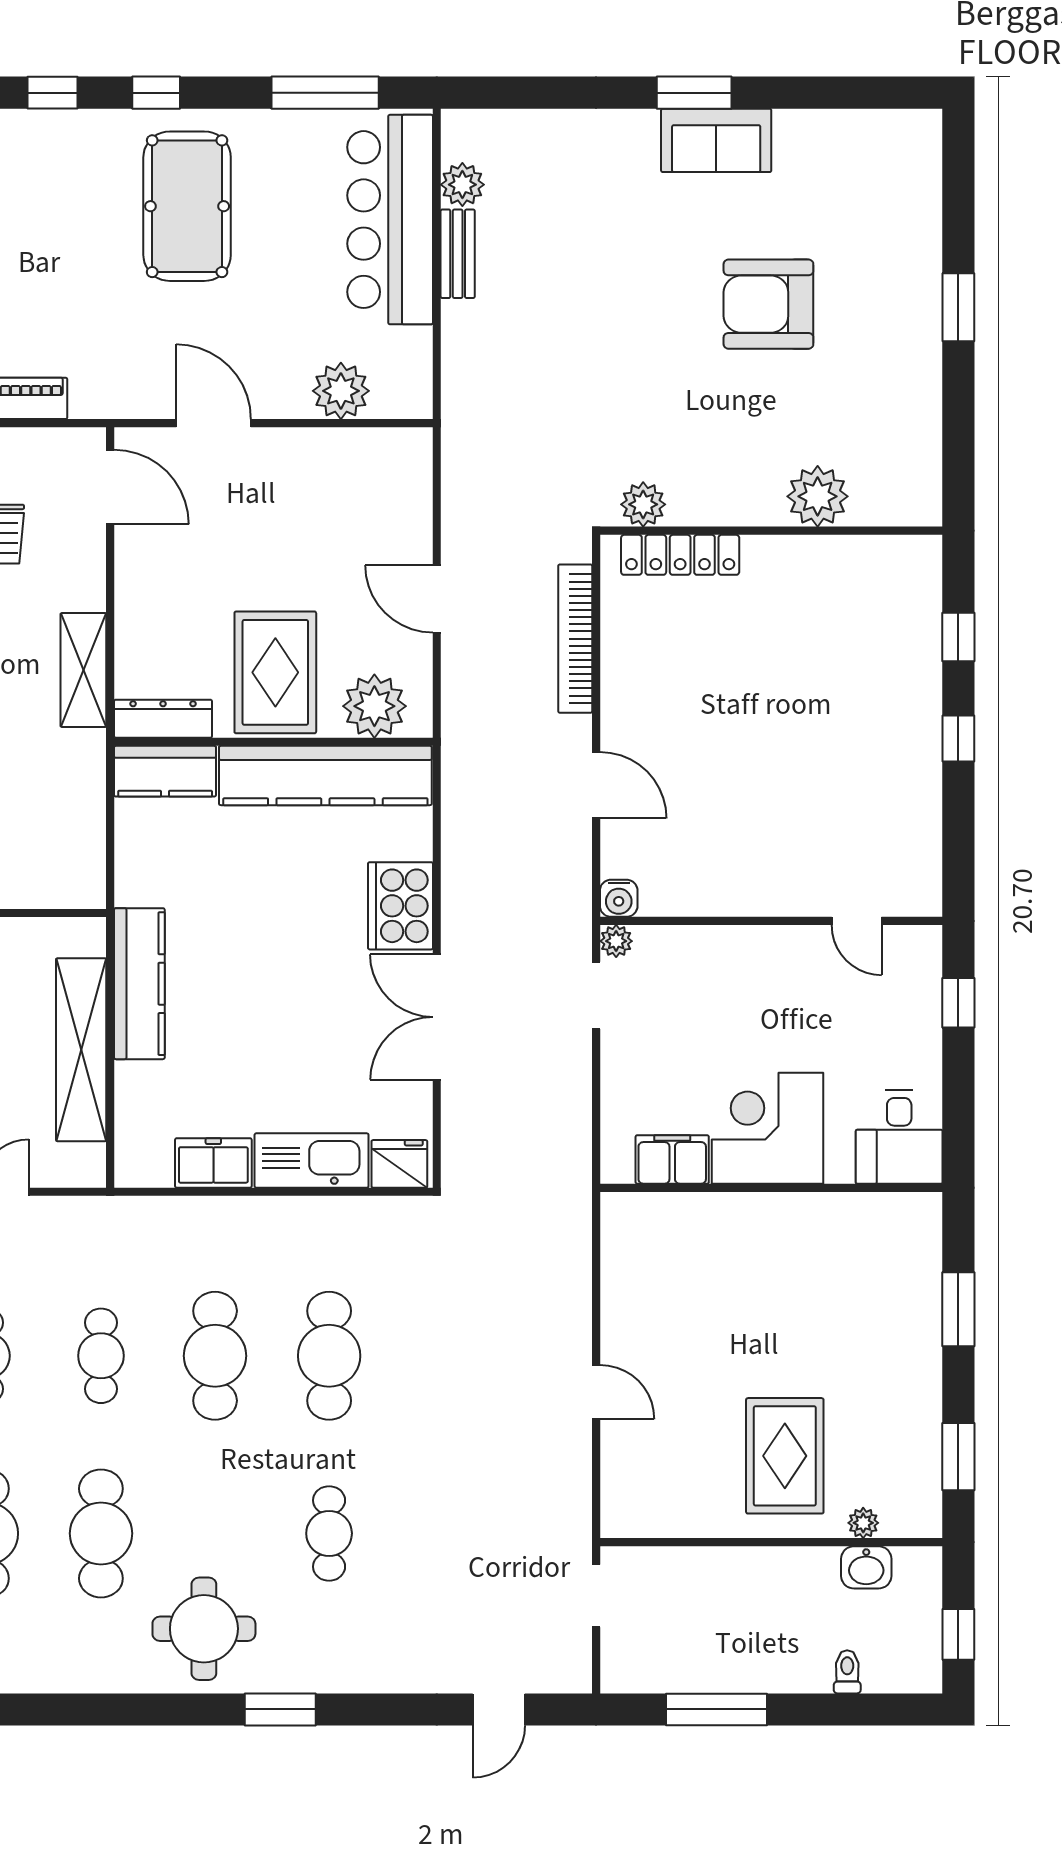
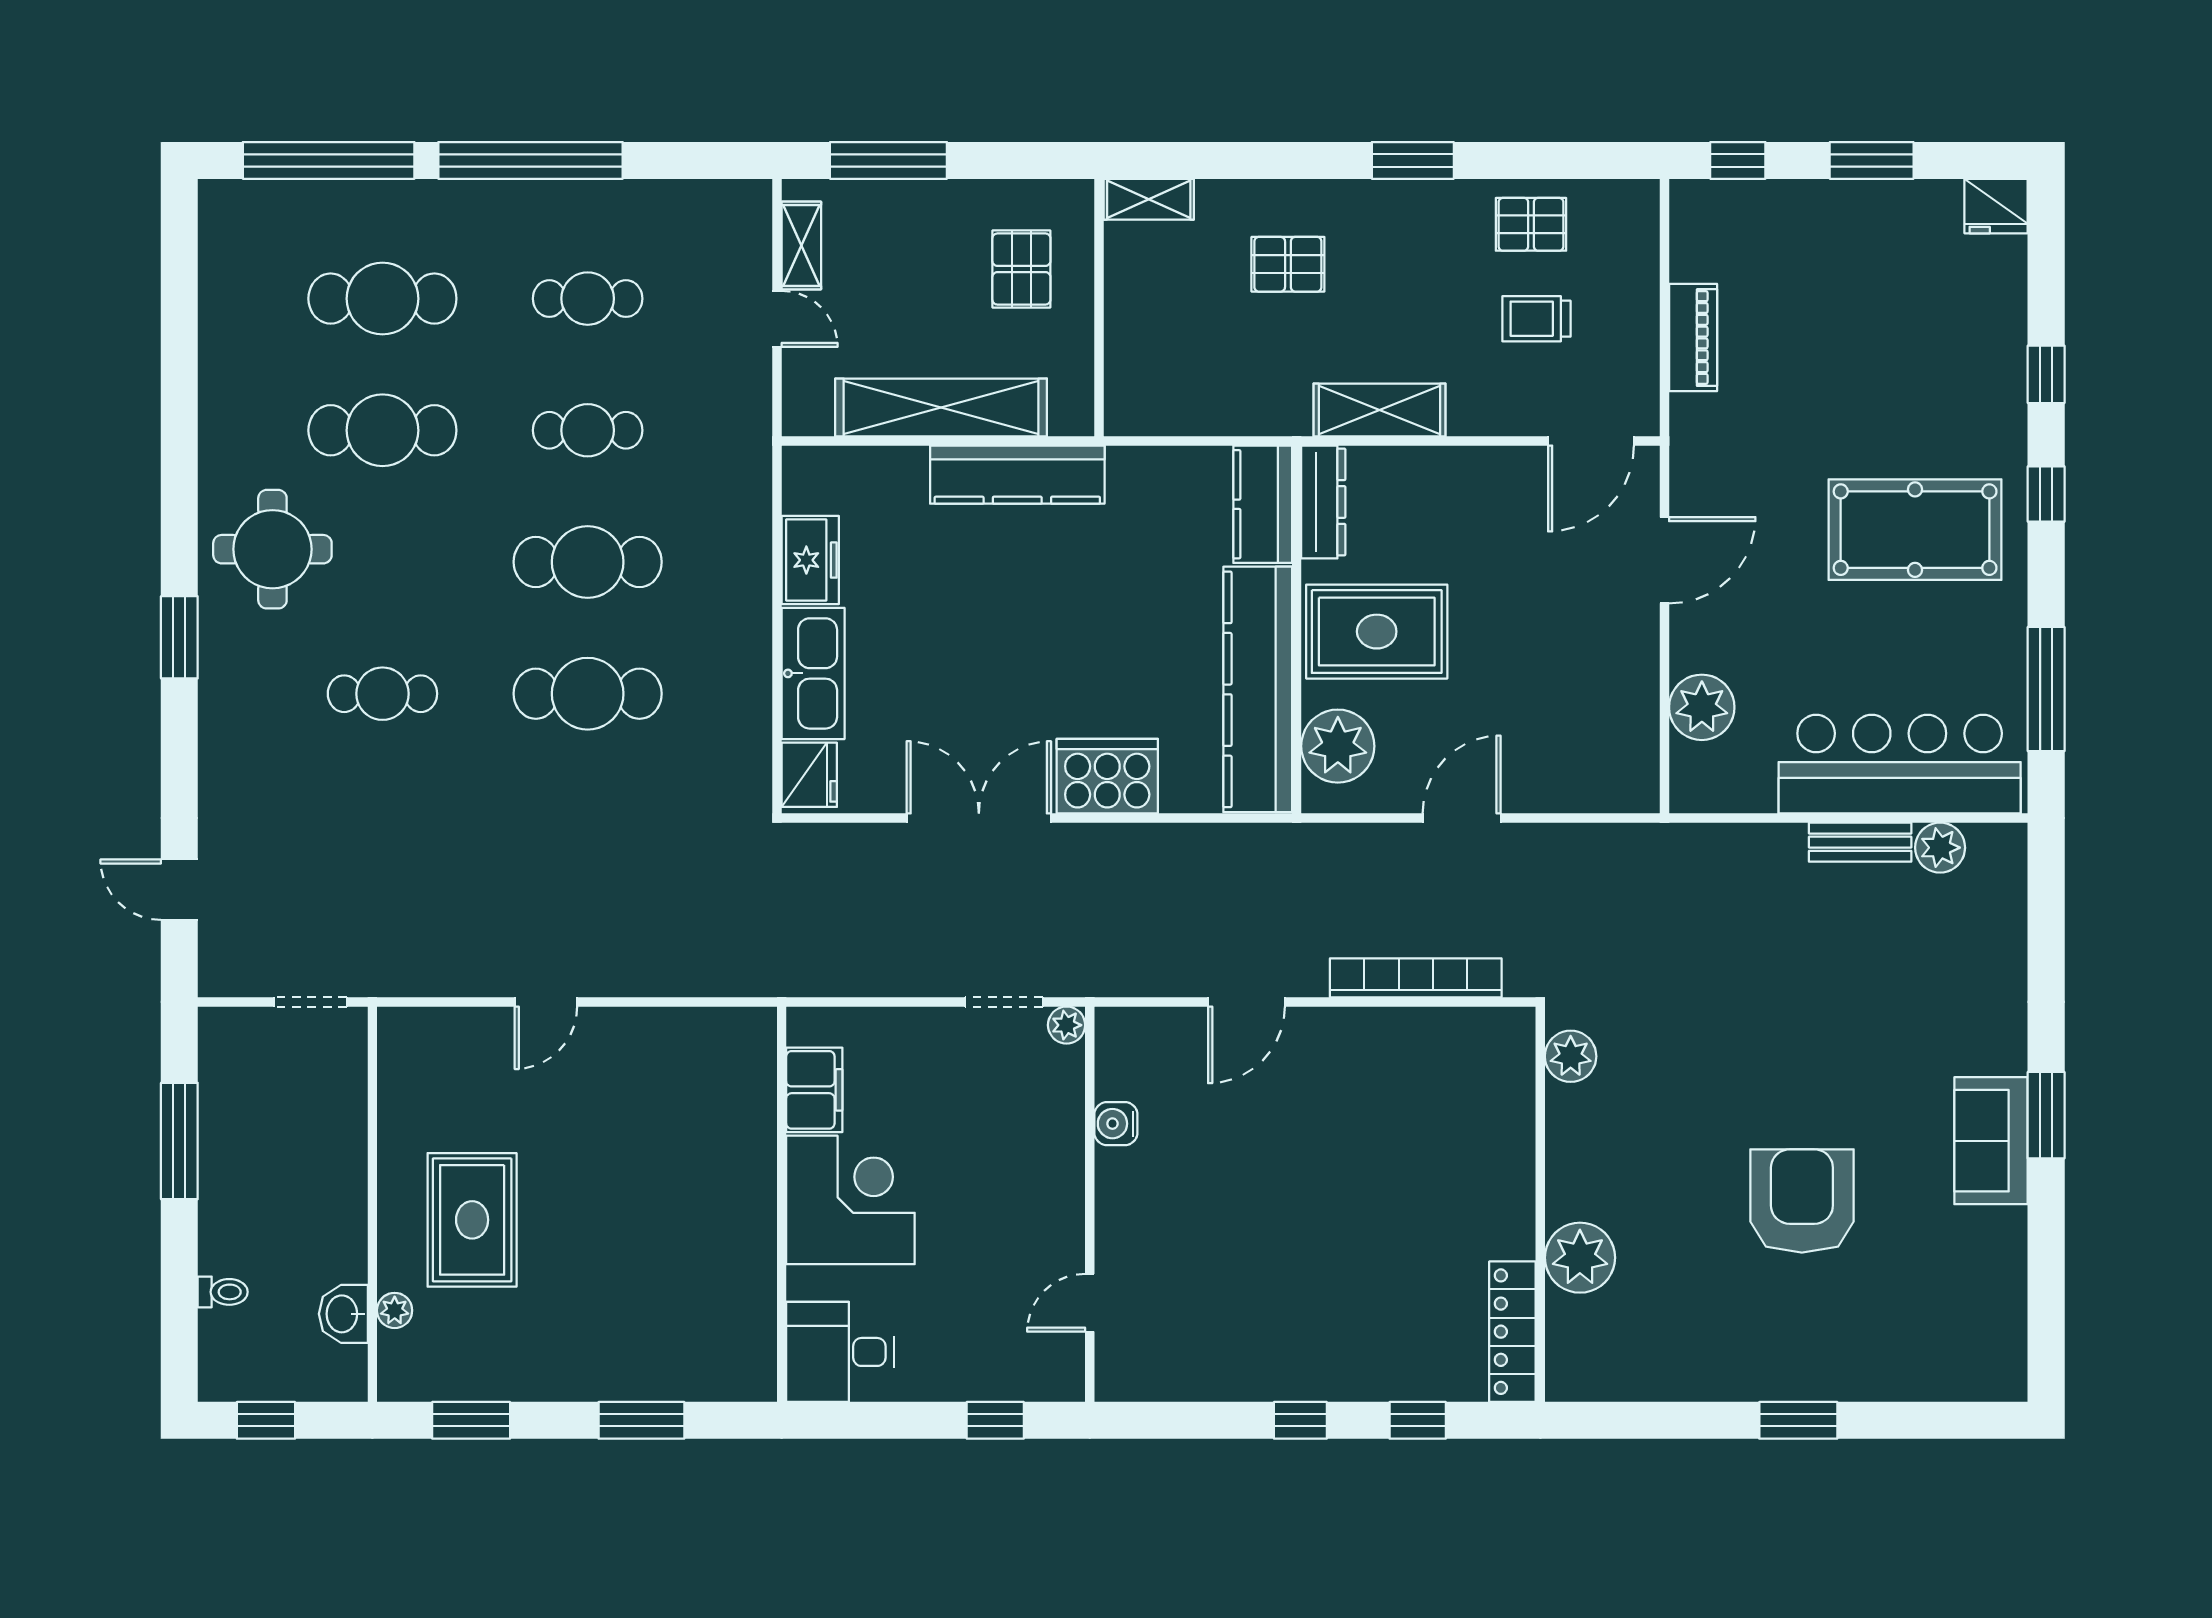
locker: (680, 555) -> (1512, 1332), moved
water cooler: (619, 898) -> (1116, 1124), moved
rug: (785, 1456) -> (472, 1220), turned 90

